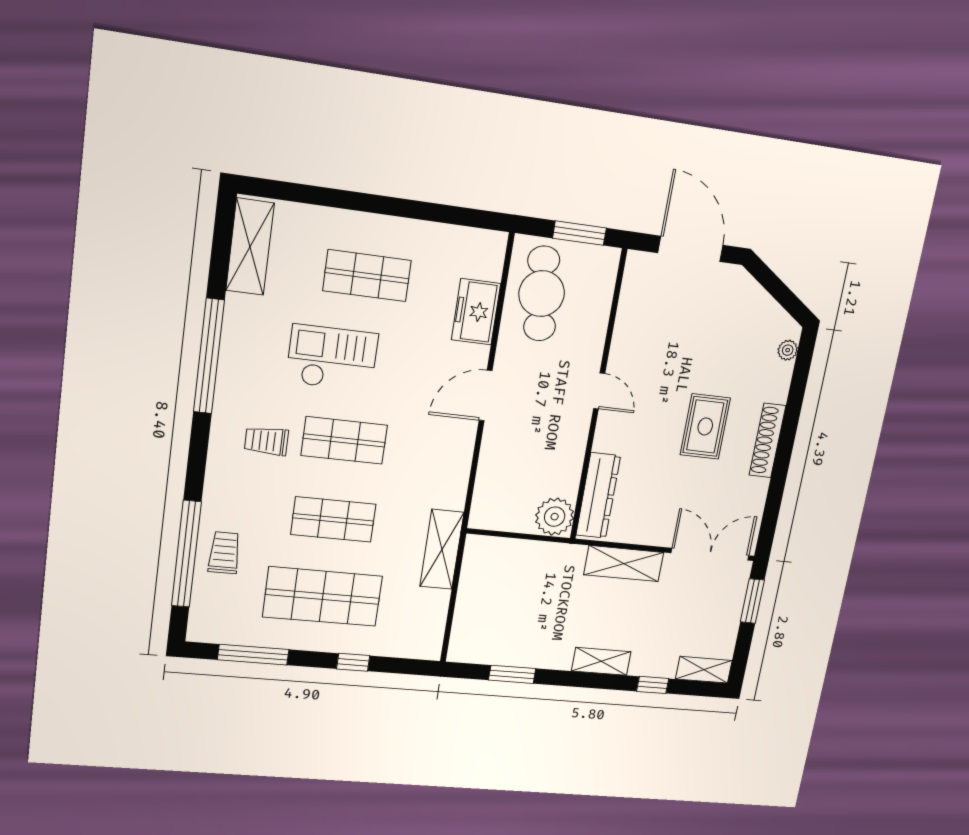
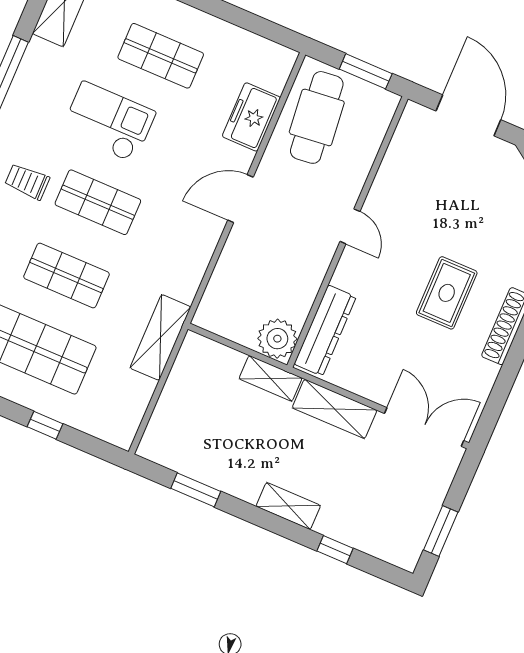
window: (752, 601) -> (441, 531), moved
shelving: (704, 670) -> (271, 378), moved

